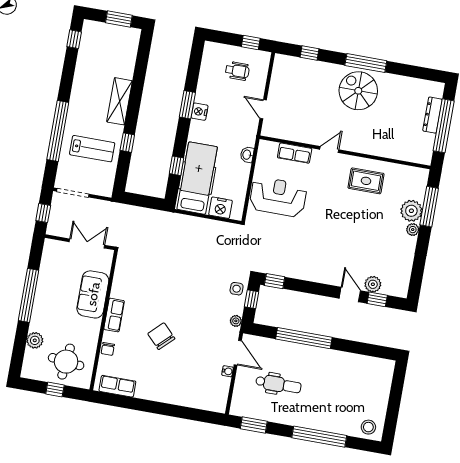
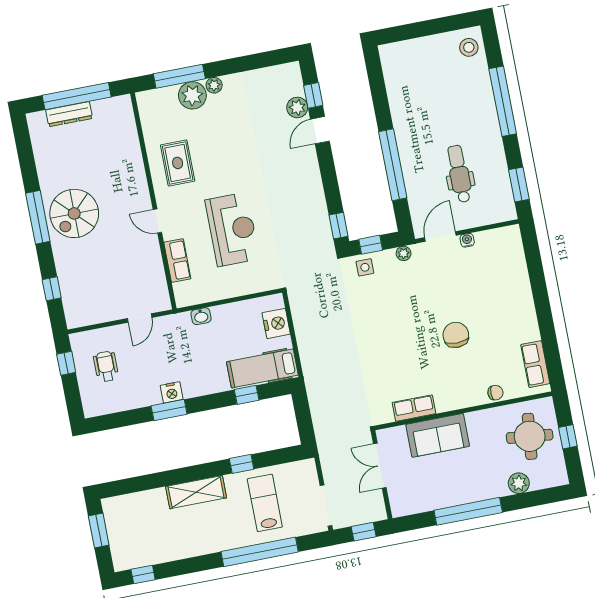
hospital bed: (197, 178) -> (262, 368), width x0.73, depth x0.78
reception desk: (278, 197) -> (232, 229), moved, turned 180
row of seats: (114, 315) -> (414, 408), moved
chair: (161, 336) -> (456, 335), turned 134

